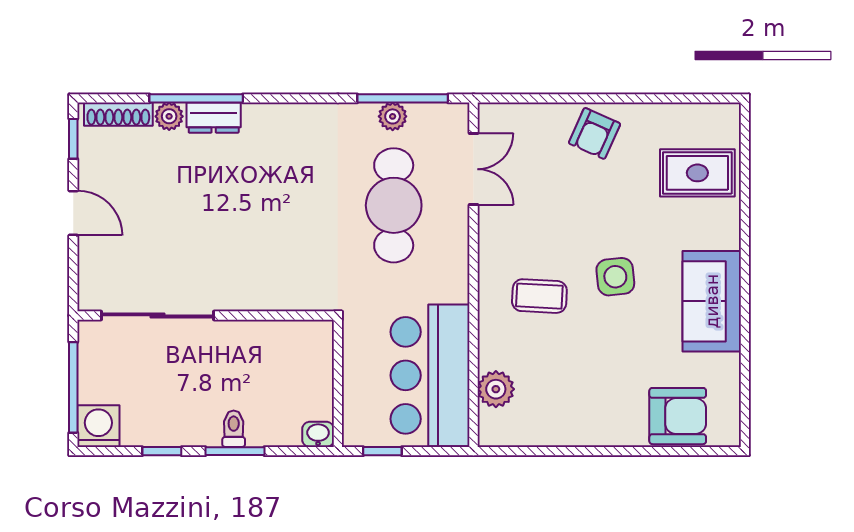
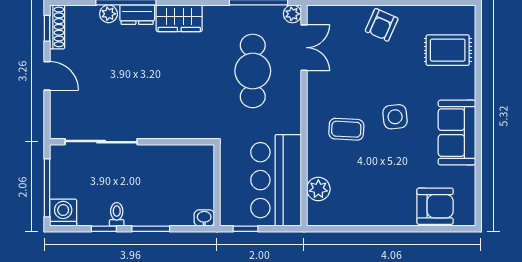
shoe rack: (118, 114) -> (57, 27), moved, turned -90
plant: (393, 116) -> (292, 14), moved
wardrobe: (279, 123) -> (179, 18), added
toilet: (234, 429) -> (117, 214), moved

